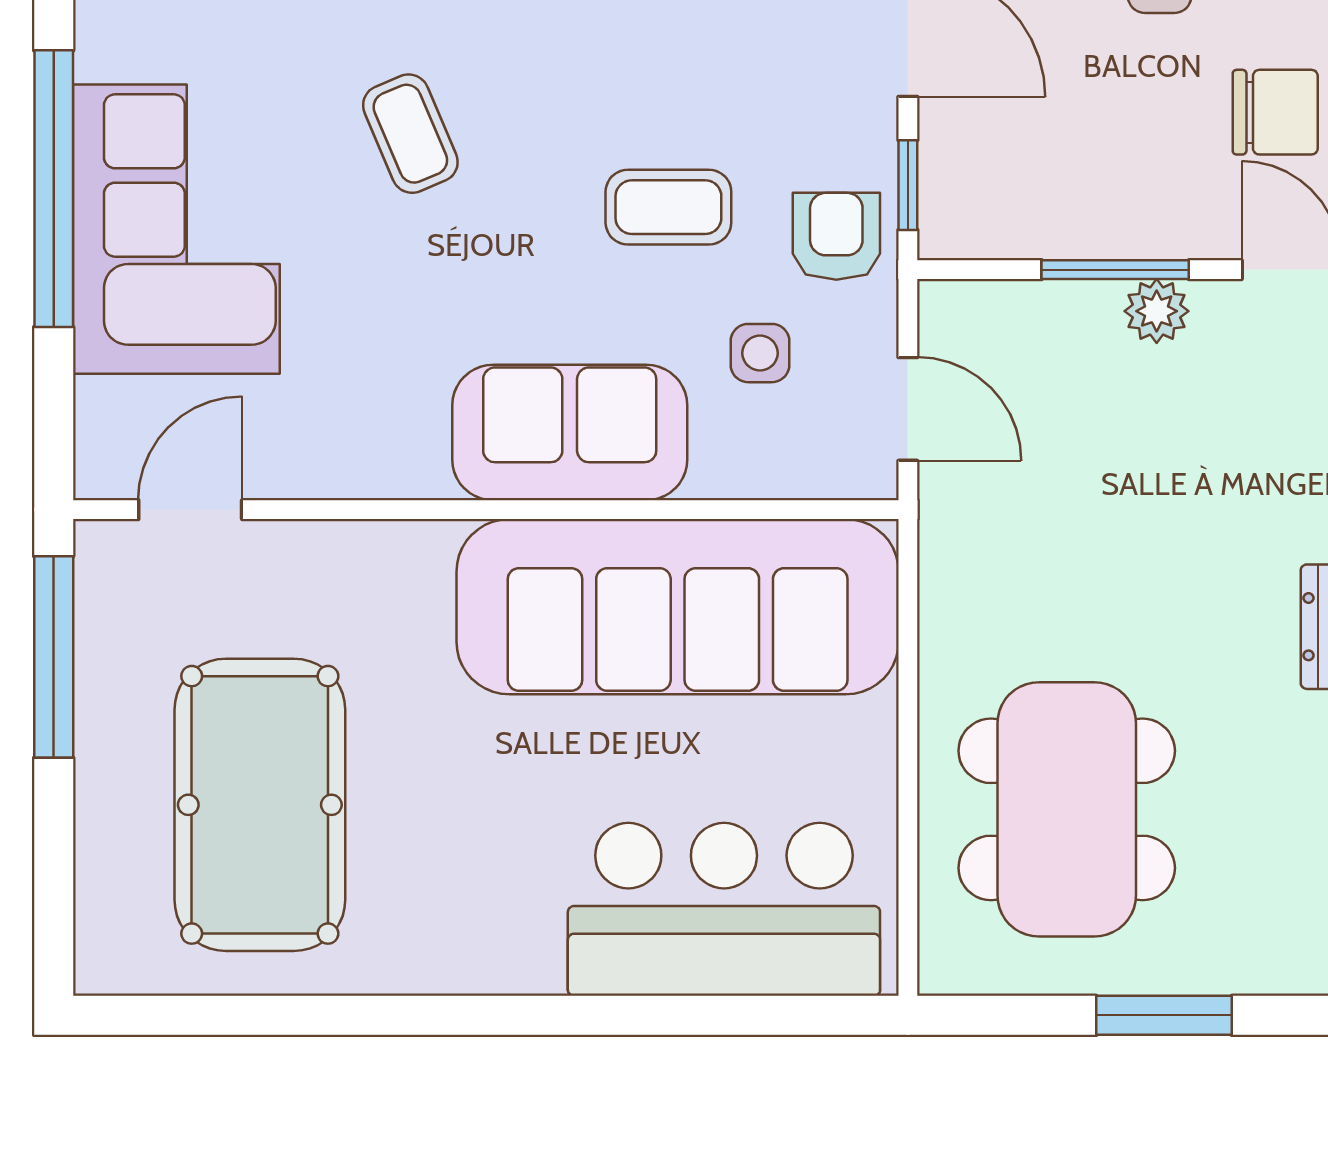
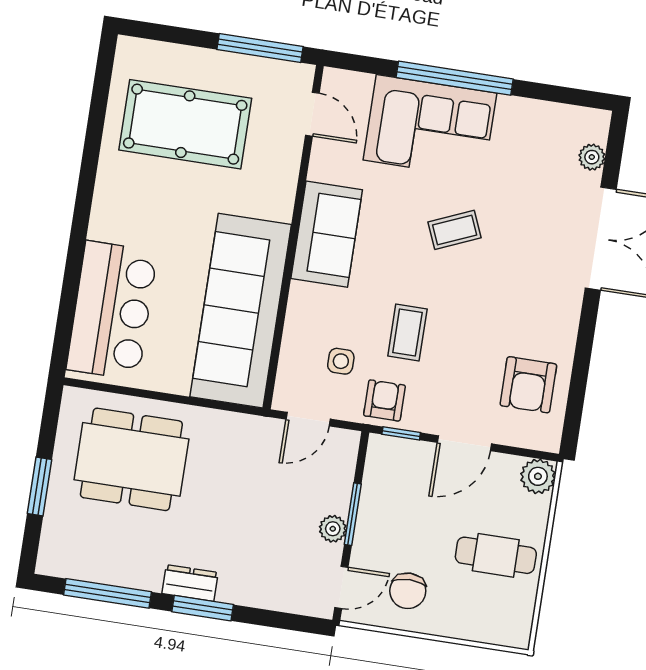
armchair: (836, 236) -> (384, 400), turned -90
sofa: (570, 432) -> (327, 234), moved

